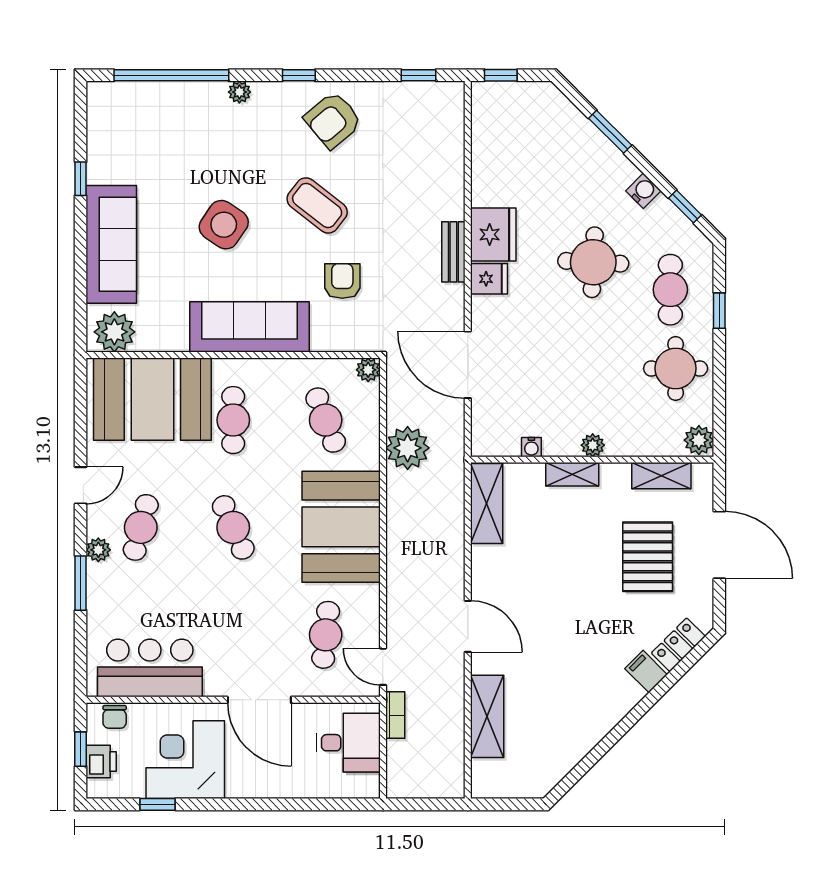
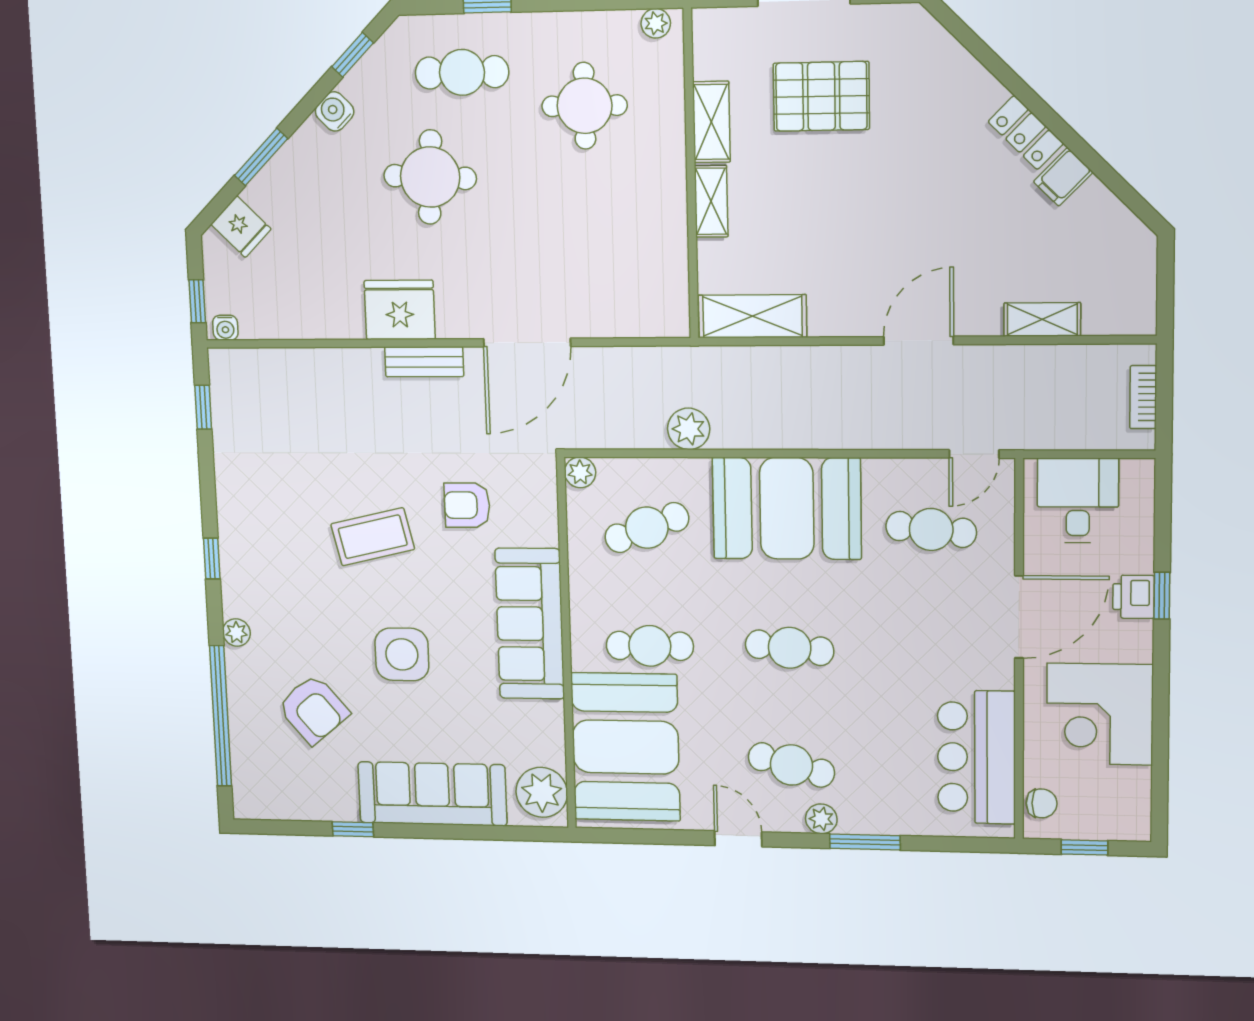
armchair: (333, 120) -> (313, 709), moved
coffee table: (317, 205) -> (373, 537), turned 39
side table: (224, 225) -> (402, 654), turned -34
fridge: (489, 279) -> (241, 227), moved, turned 135
door: (468, 365) -> (527, 343), moved
round table: (676, 368) -> (585, 106), moved
plant: (699, 440) -> (656, 23), width x0.73, depth x0.73
plant: (593, 445) -> (672, 174), removed
water cooler: (531, 447) -> (225, 328), moved, turned 90
plant: (408, 448) -> (689, 429), width x0.73, depth x0.73
shelving: (661, 476) -> (711, 122), moved
cafe table: (233, 527) -> (790, 648), turned 30
locker: (678, 645) -> (1026, 133), moved
filing cabinet: (646, 672) -> (1063, 177), moved
bookcase: (395, 715) -> (1143, 397), moved, turned -90
shelving: (487, 716) -> (1042, 319), width x0.67, depth x0.75
printer: (101, 762) -> (1133, 597), moved, turned -90
window: (157, 804) -> (1162, 596), moved

